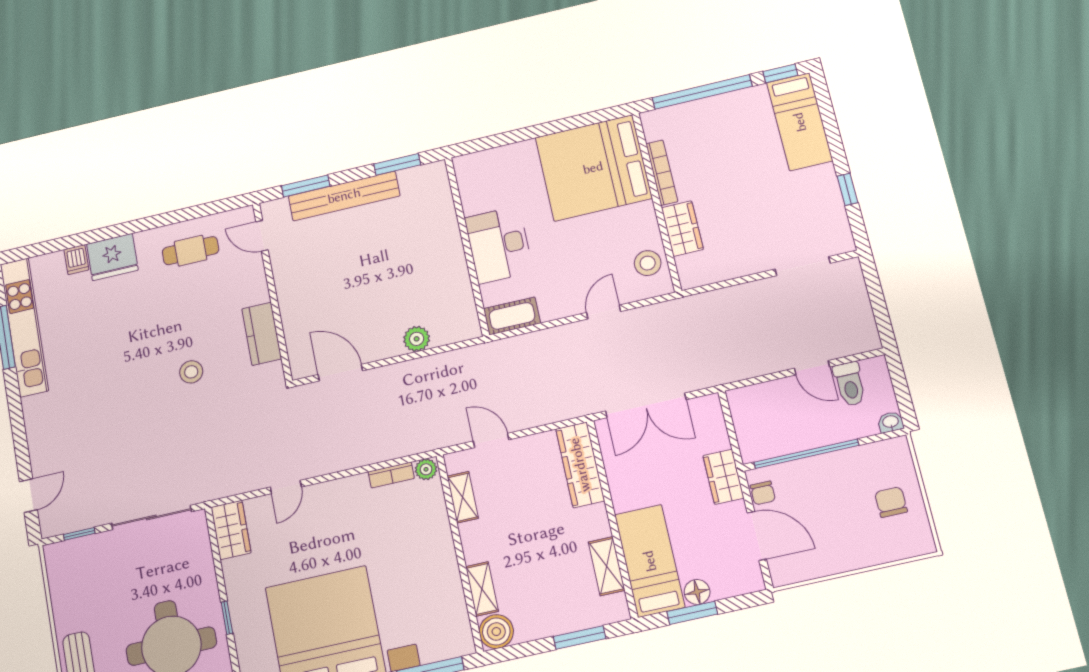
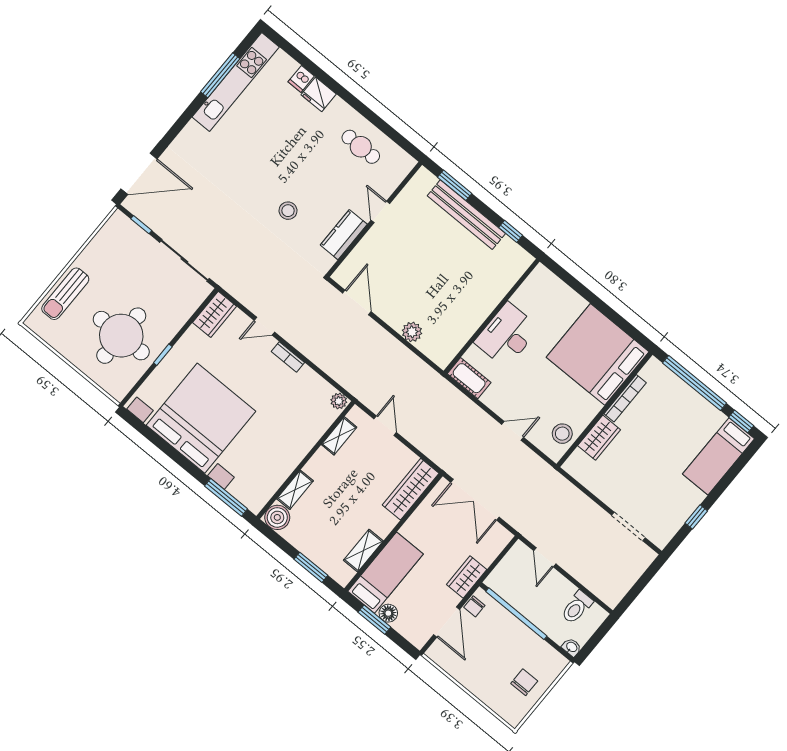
window: (397, 164) -> (511, 231), width x0.67
door: (262, 236) -> (380, 212), moved
fridge: (112, 257) -> (319, 94), width x0.73, depth x0.75
door: (812, 368) -> (545, 557), moved
bookcase: (391, 475) -> (288, 357), moved
door: (28, 496) -> (139, 174), width x1.87

